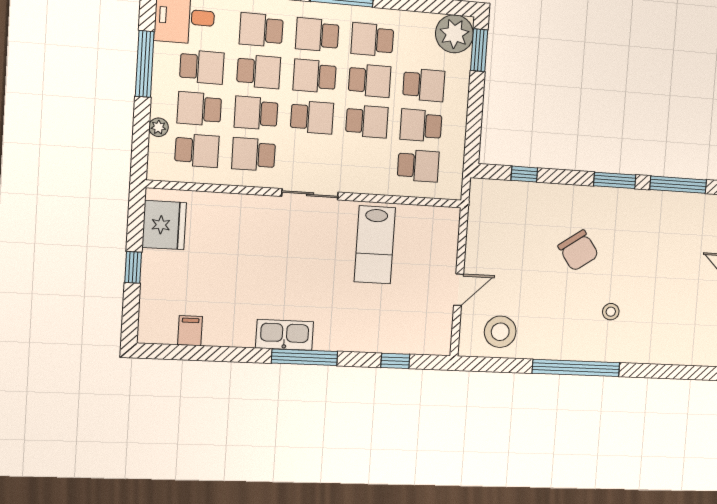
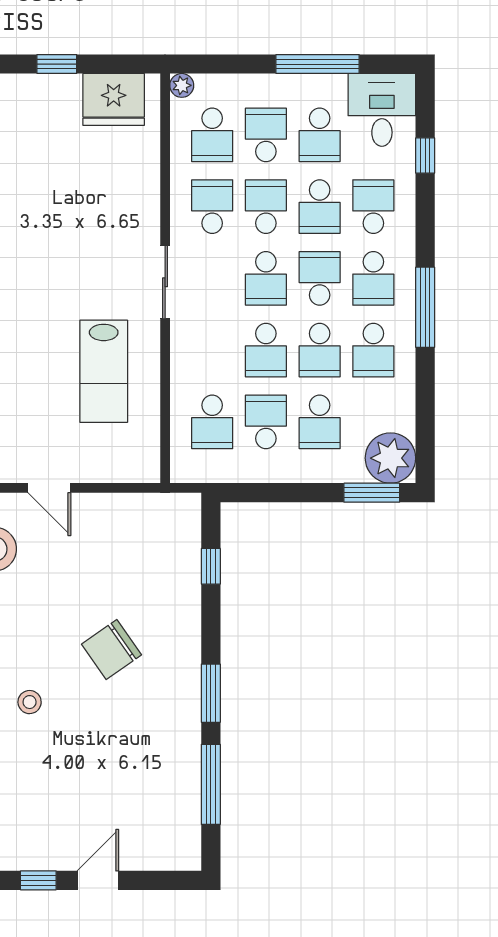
school desk: (317, 35) -> (373, 278), turned 180
school desk: (372, 40) -> (373, 350), turned 180
plant: (158, 127) -> (182, 85), moved
lab bench: (375, 245) -> (104, 371), turned -90

